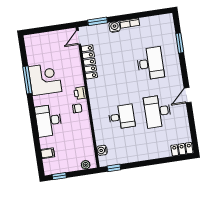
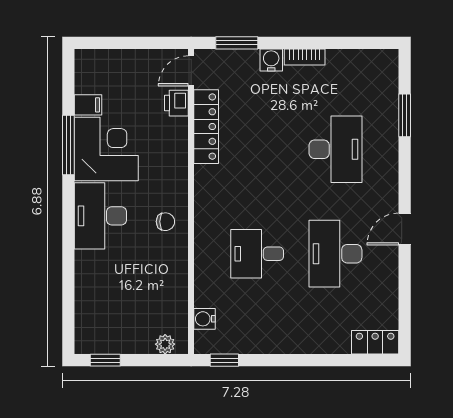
printer: (80, 93) -> (176, 103), moved
desk: (122, 117) -> (257, 254), turned 180
desk: (49, 121) -> (100, 216), moved
filing cabinet: (48, 153) -> (88, 105), moved

